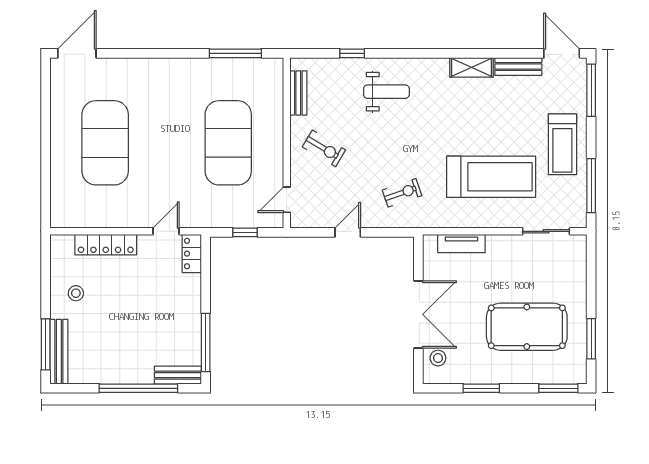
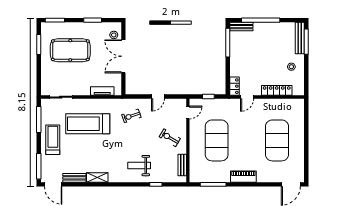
piano: (174, 69) -> (243, 177), added

